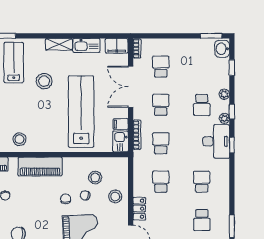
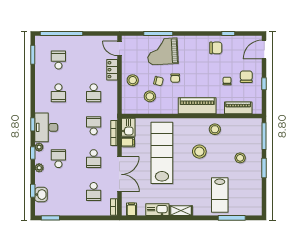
filing cabinet: (117, 46) -> (131, 209), width x0.50
washbasin: (222, 49) -> (41, 195), moved
stool: (44, 81) -> (199, 152), moved
lab bench: (81, 112) -> (162, 153), turned 180
school desk: (161, 143) -> (94, 126), turned 180

